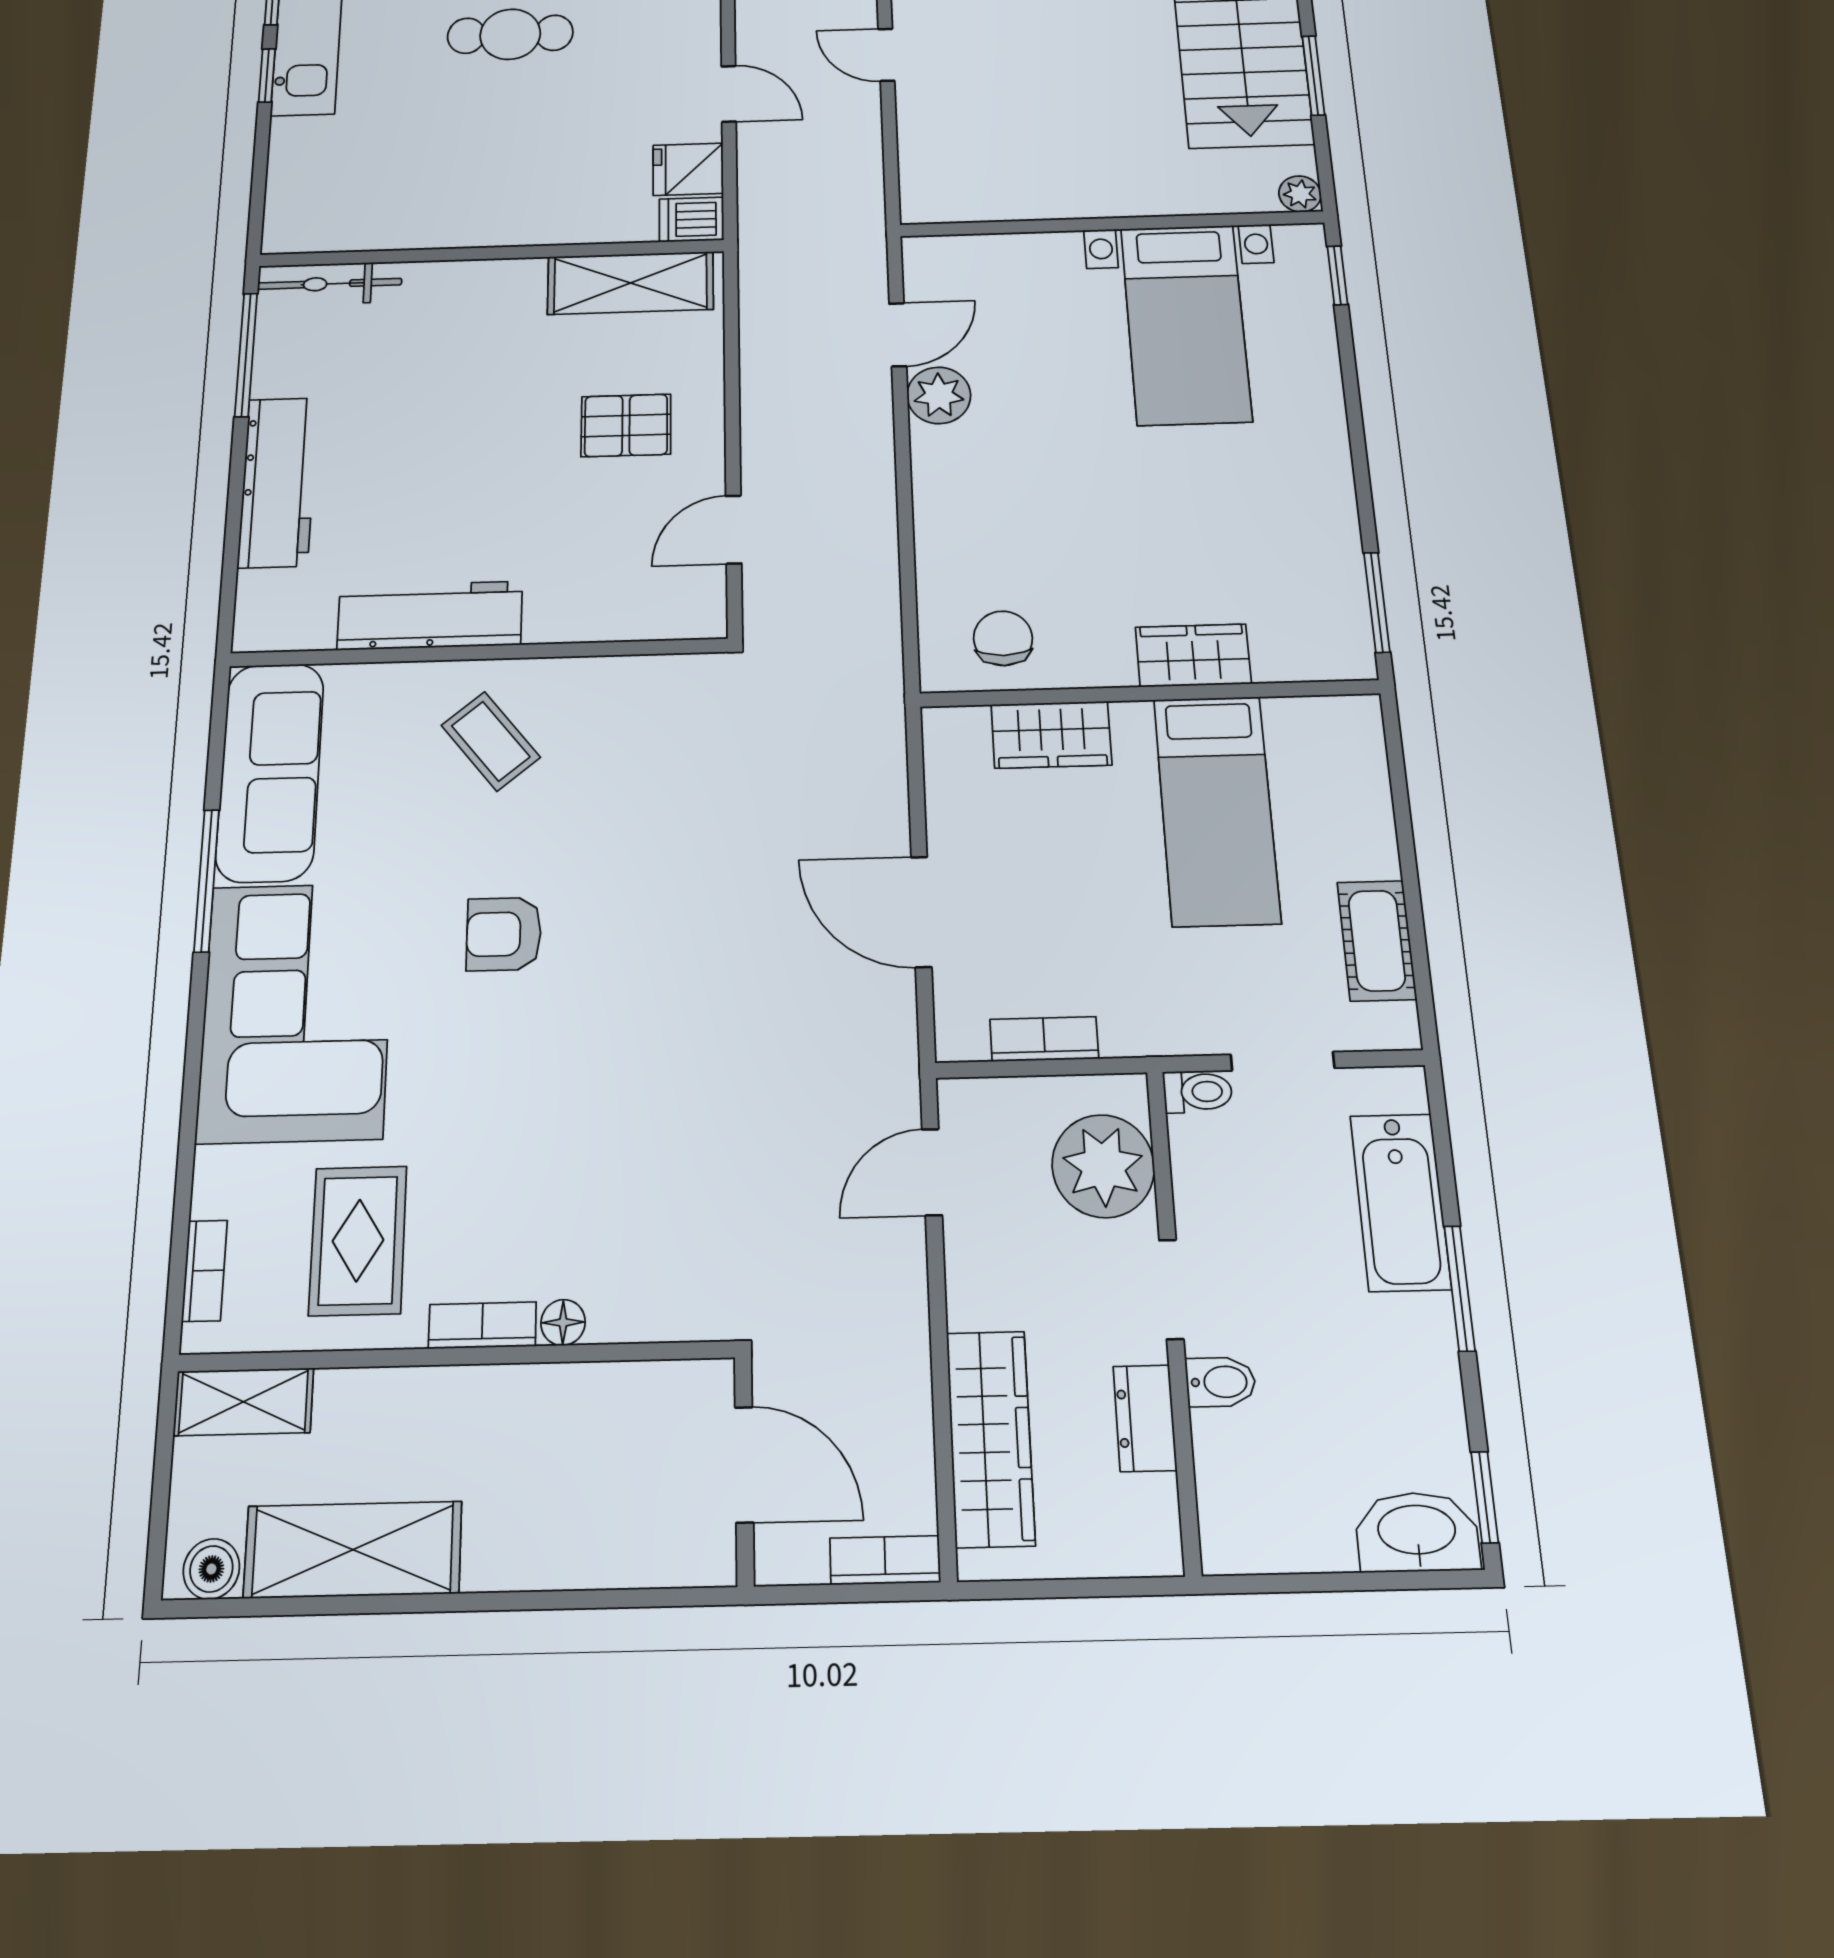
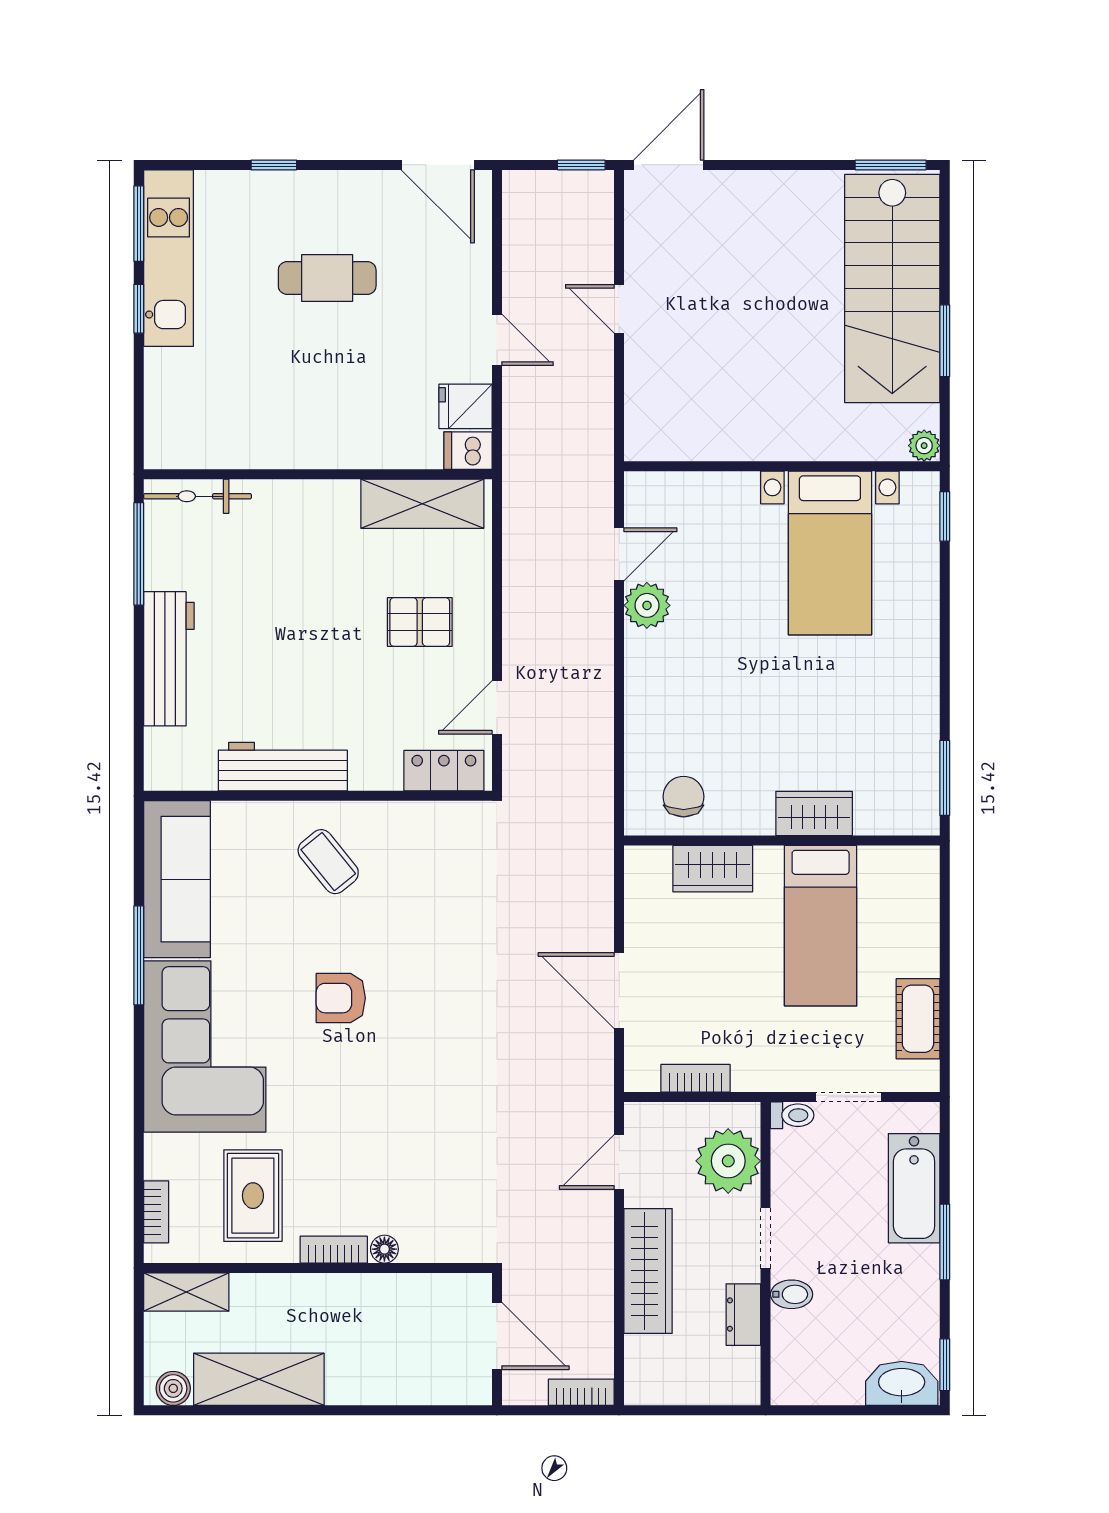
locker: (659, 614) -> (444, 771), added
wardrobe: (990, 1438) -> (648, 1271), moved

